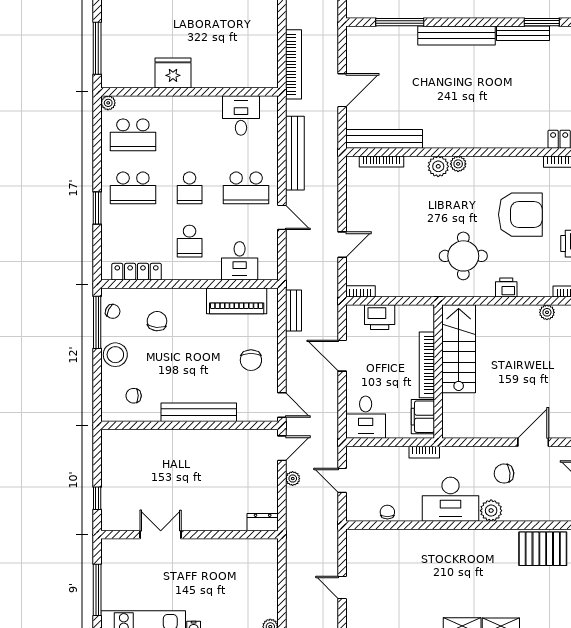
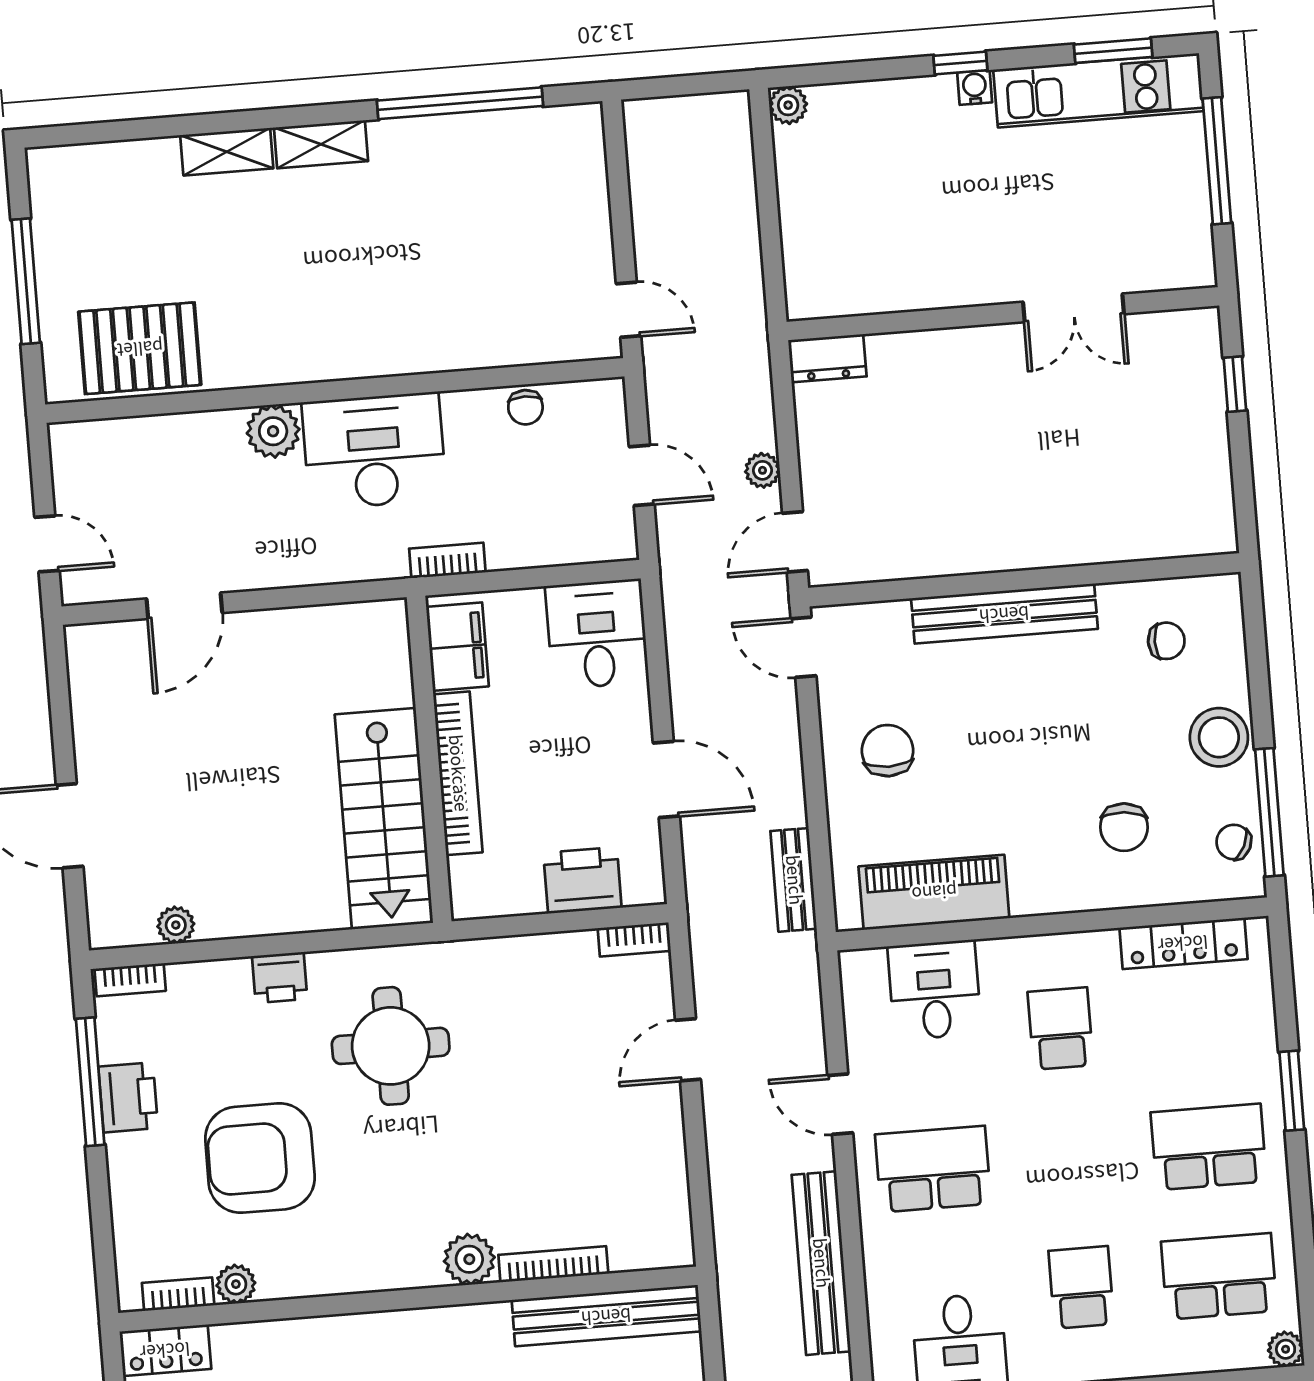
bookcase: (382, 162) -> (553, 1264), moved
plant: (458, 164) -> (236, 1284), moved
school desk: (190, 188) -> (1081, 1287), moved
chair: (504, 474) -> (249, 524), removed
door: (342, 587) -> (629, 310), moved

